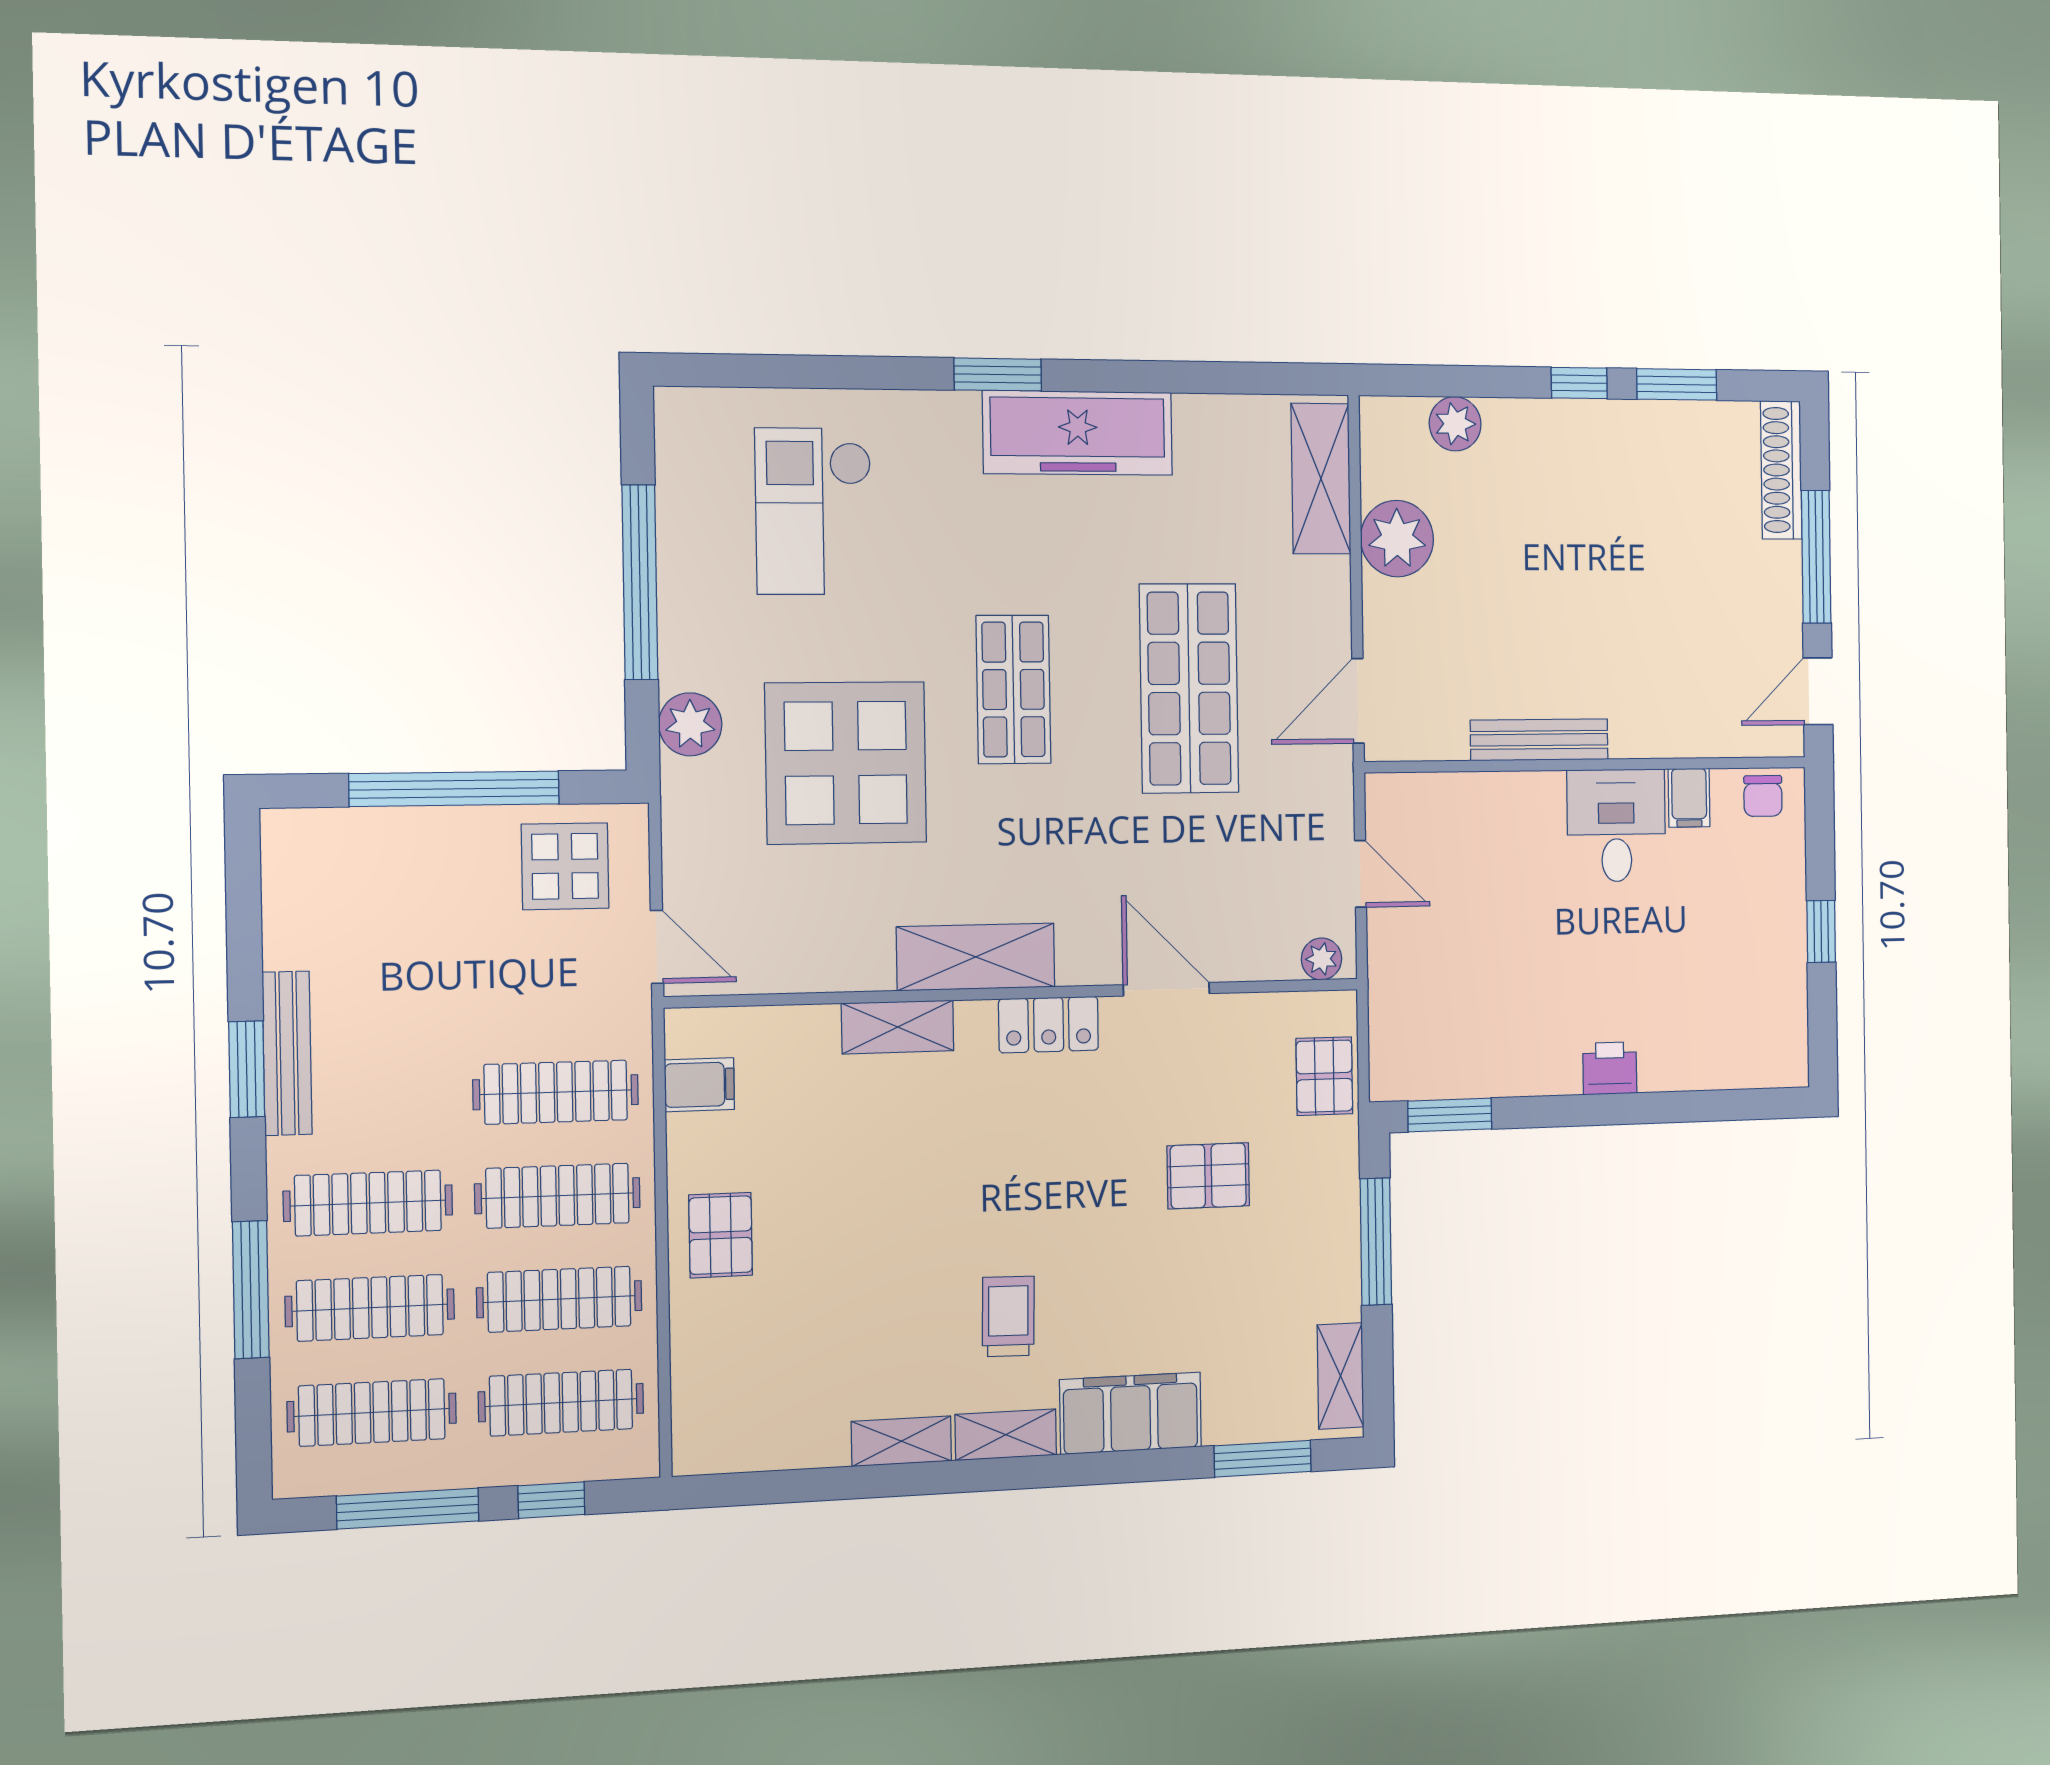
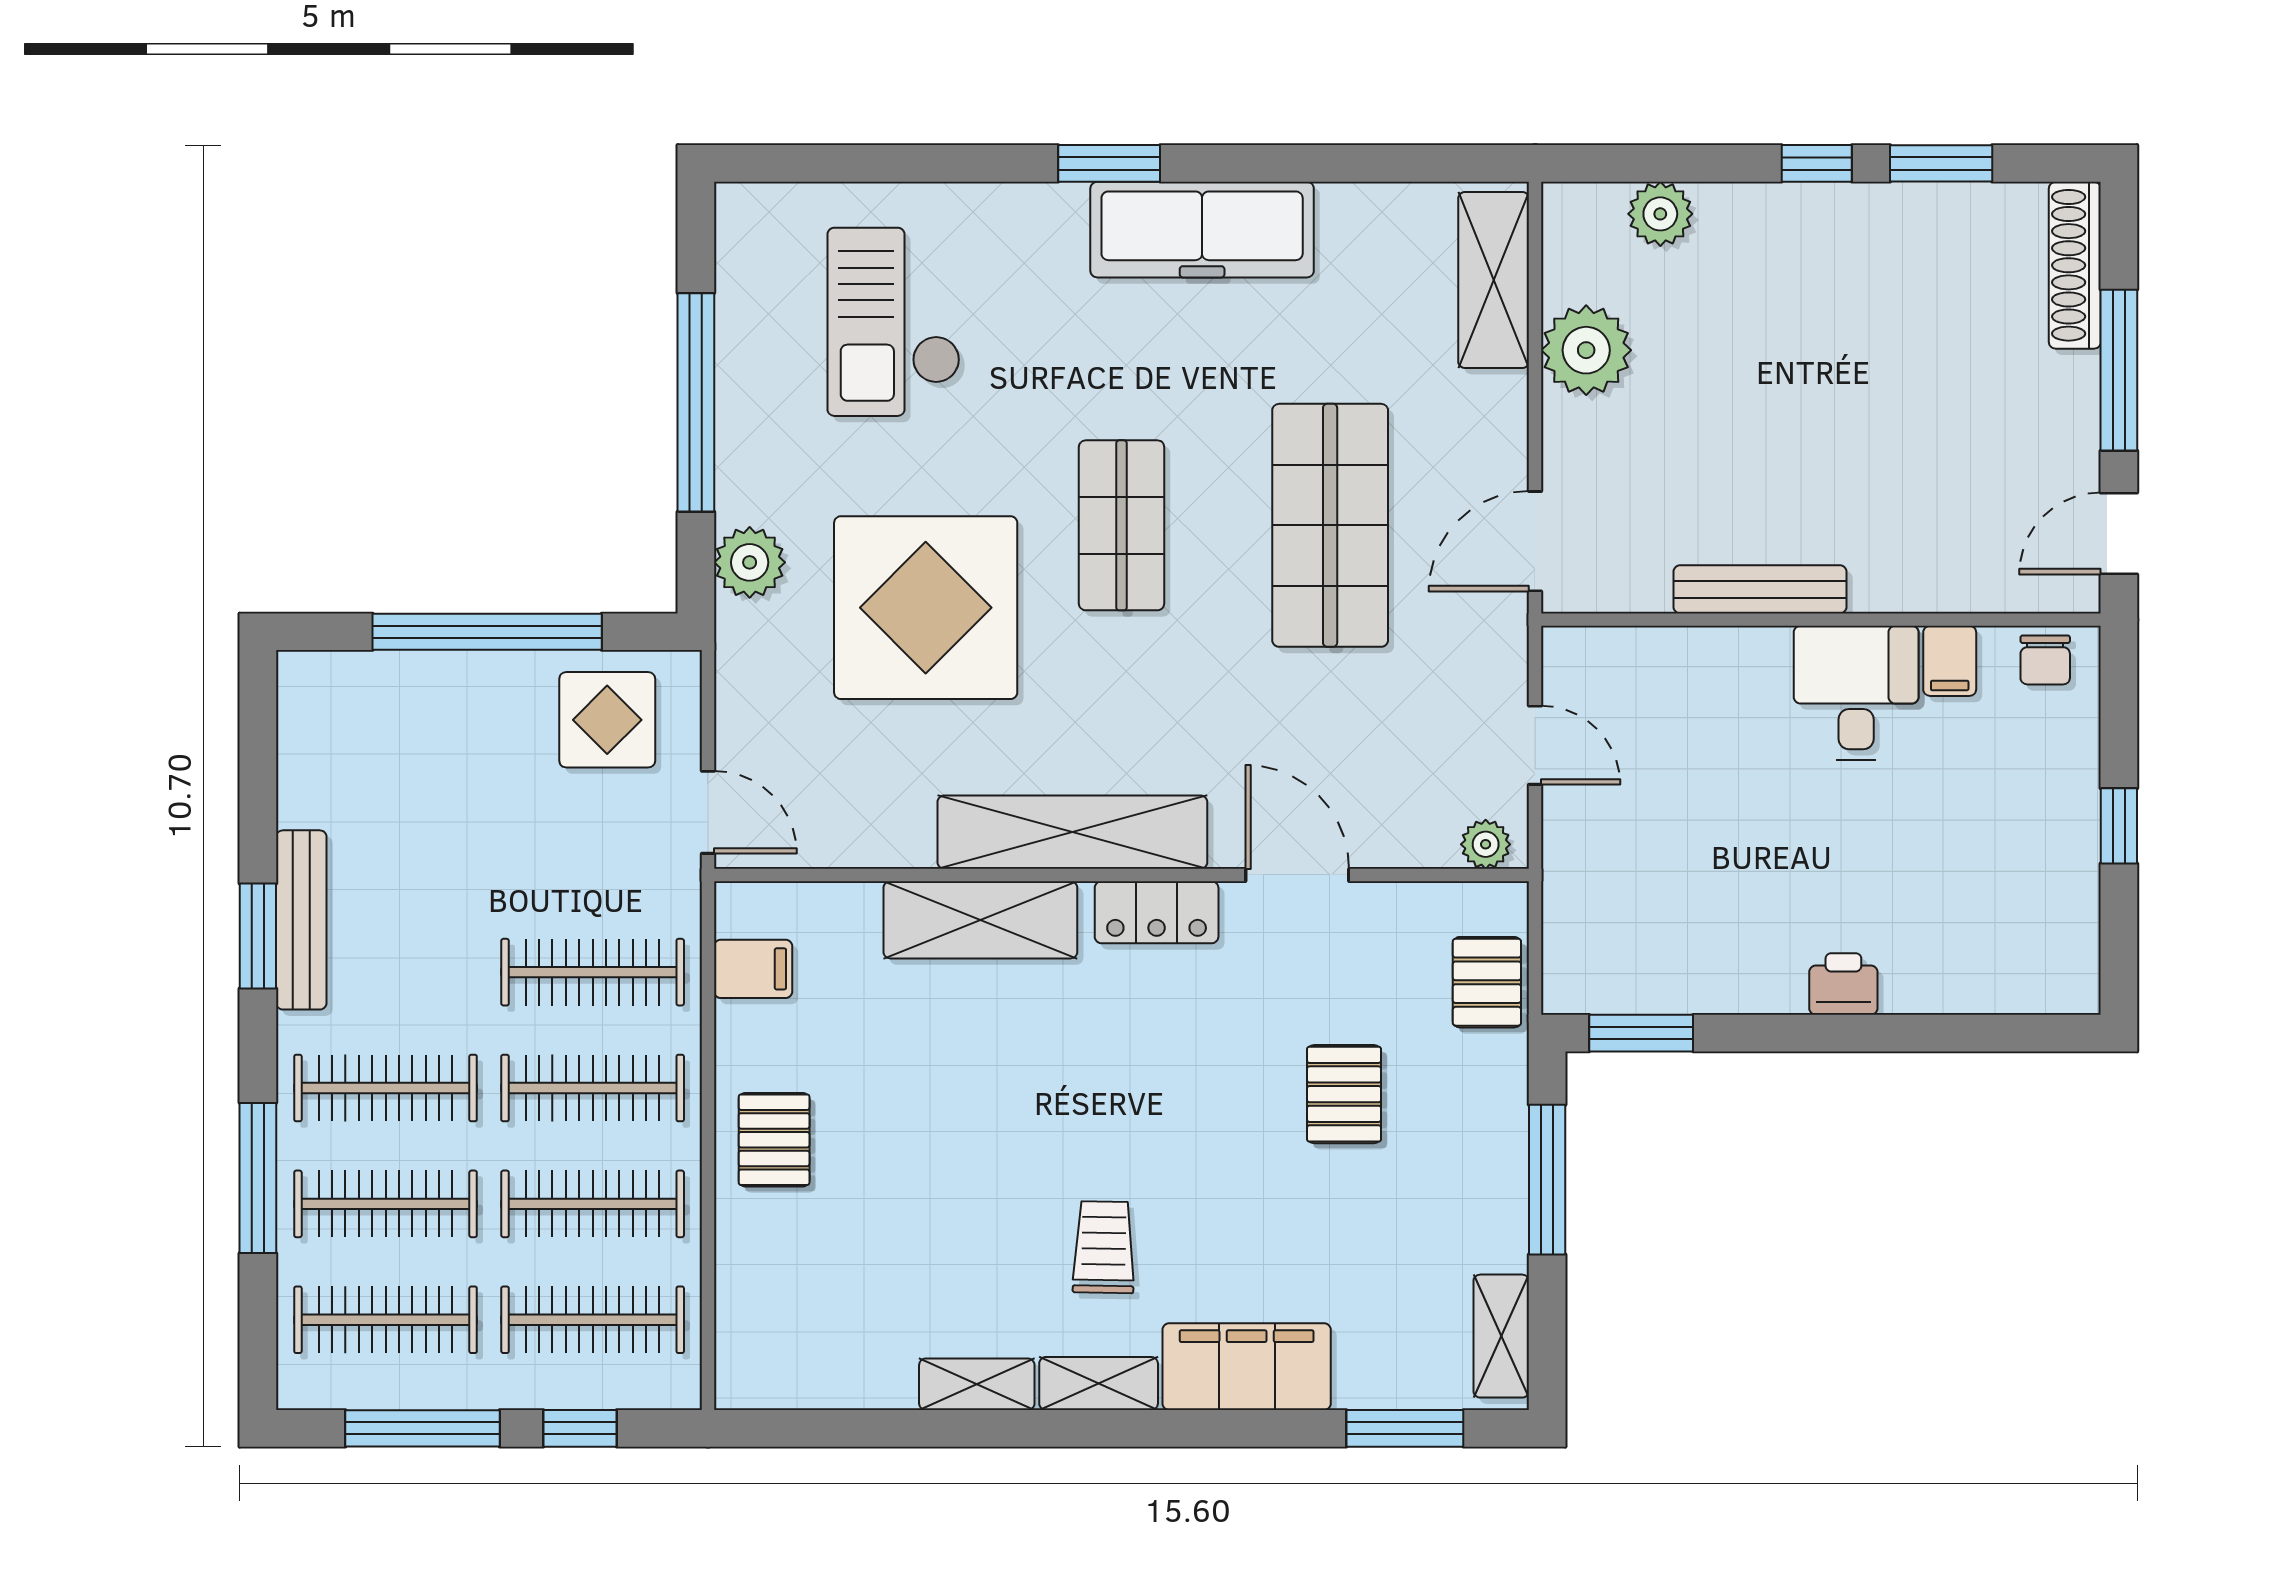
shelving: (976, 957) -> (1072, 832), width x1.47
shelving: (898, 1027) -> (980, 920), width x1.50, depth x1.33
pallet: (1208, 1176) -> (1344, 1094), turned 90

